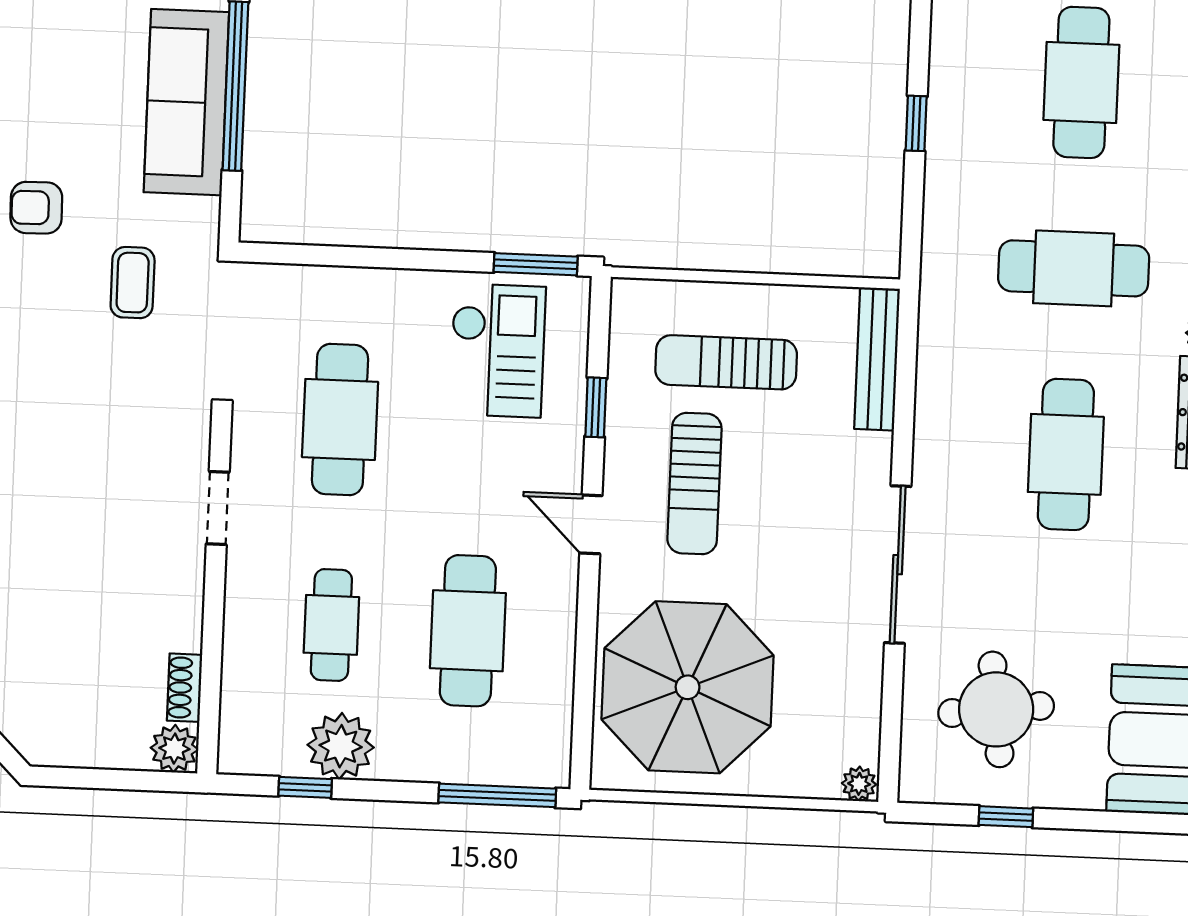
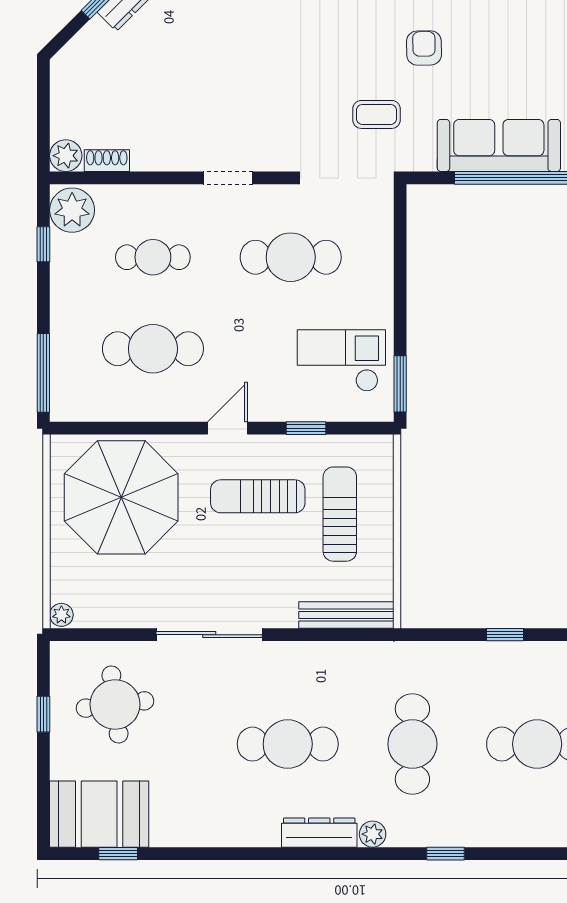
checkout: (497, 350) -> (341, 361), turned 180
plant: (341, 746) -> (72, 210), moved

